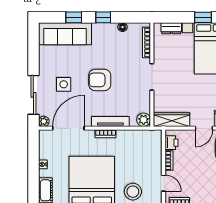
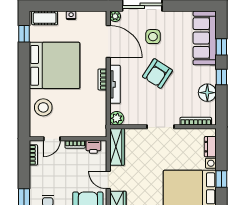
floor lamp: (123, 27) -> (207, 93), width x1.89, depth x1.89
armchair: (100, 80) -> (157, 73), turned -147

